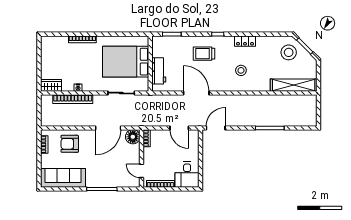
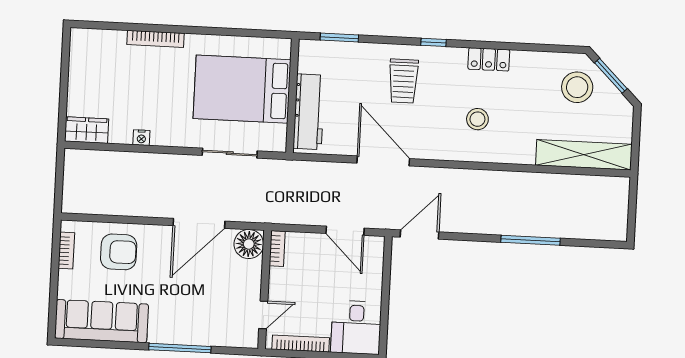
trolley: (204, 54) -> (403, 81), turned -90
workbench: (159, 71) -> (309, 112), width x1.37
bookcase: (73, 99) -> (129, 161), removed
armchair: (70, 144) -> (119, 252), turned 180
door: (142, 171) -> (263, 315), swing flipped

